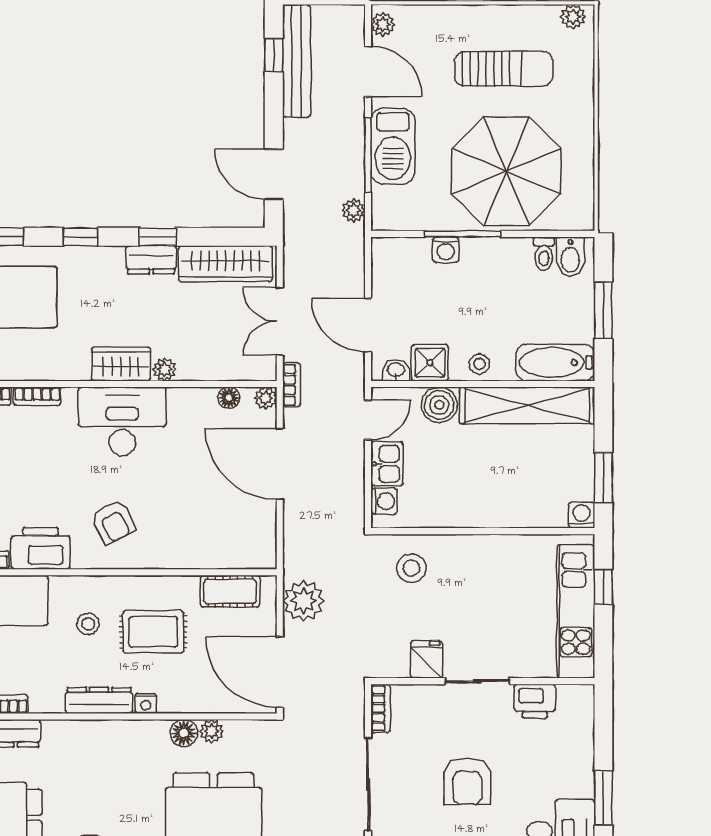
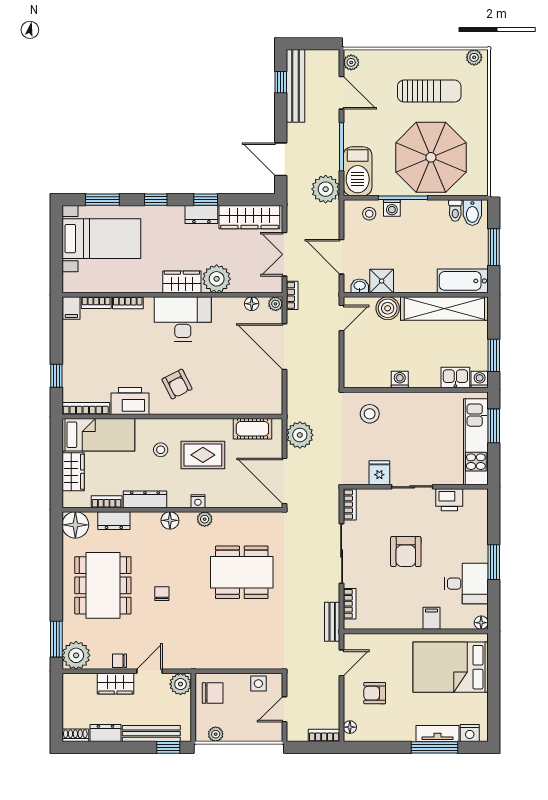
barbecue: (393, 146) -> (358, 171), moved
plant: (353, 210) -> (326, 189), width x1.88, depth x1.88
stool: (479, 364) -> (369, 214), moved
plant: (164, 369) -> (217, 279), width x1.87, depth x1.87
kitchen sink: (387, 464) -> (455, 378), moved, turned -90
washing machine: (384, 501) -> (400, 380), moved, turned -90
window: (603, 587) -> (494, 426), width x1.50
dresser: (99, 700) -> (145, 499), moved
plant: (212, 731) -> (205, 519), moved
floor lamp: (184, 733) -> (170, 520), moved

